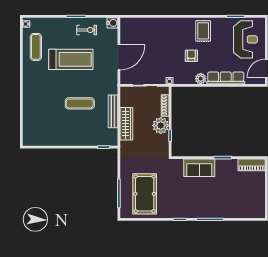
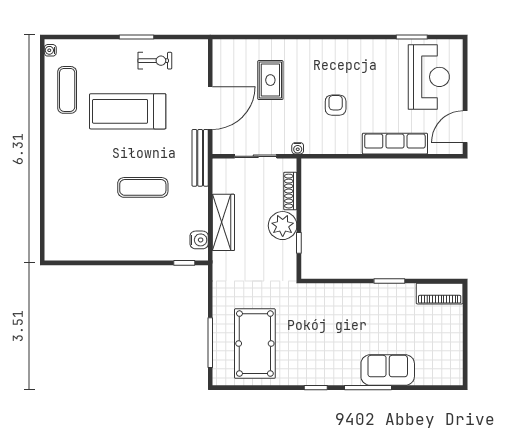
water cooler: (112, 23) -> (199, 240), moved
rug: (203, 31) -> (270, 80), moved
treadmill: (71, 59) -> (128, 111), turned 180
plant: (201, 79) -> (352, 145), removed
bench: (113, 111) -> (200, 158), moved
sofa: (199, 168) -> (388, 370), moved, turned 180

